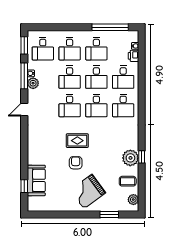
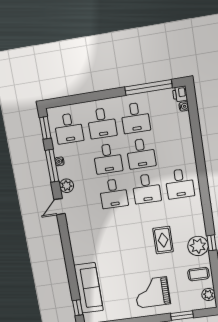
printer: (133, 56) -> (180, 94), moved
desk: (123, 77) -> (175, 148), removed
plant: (33, 83) -> (66, 186), moved
rug: (77, 141) -> (163, 240), moved, turned 90
armchair: (76, 163) -> (132, 261), removed
sofa: (36, 180) -> (89, 288), width x1.36
window: (24, 186) -> (78, 308), moved
grand piano: (88, 191) -> (152, 292), turned 36

